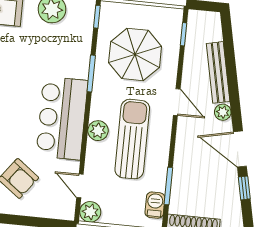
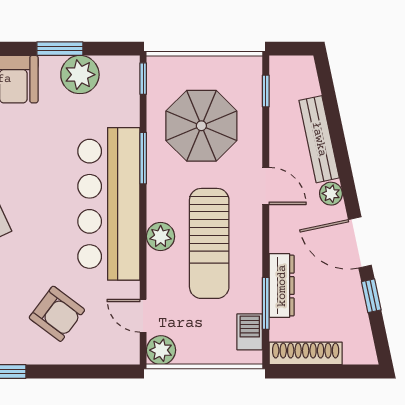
bar counter: (62, 118) -> (109, 204), width x1.36
sun lounger: (132, 139) -> (209, 243), turned 180
dresser: (181, 174) -> (282, 286), added

